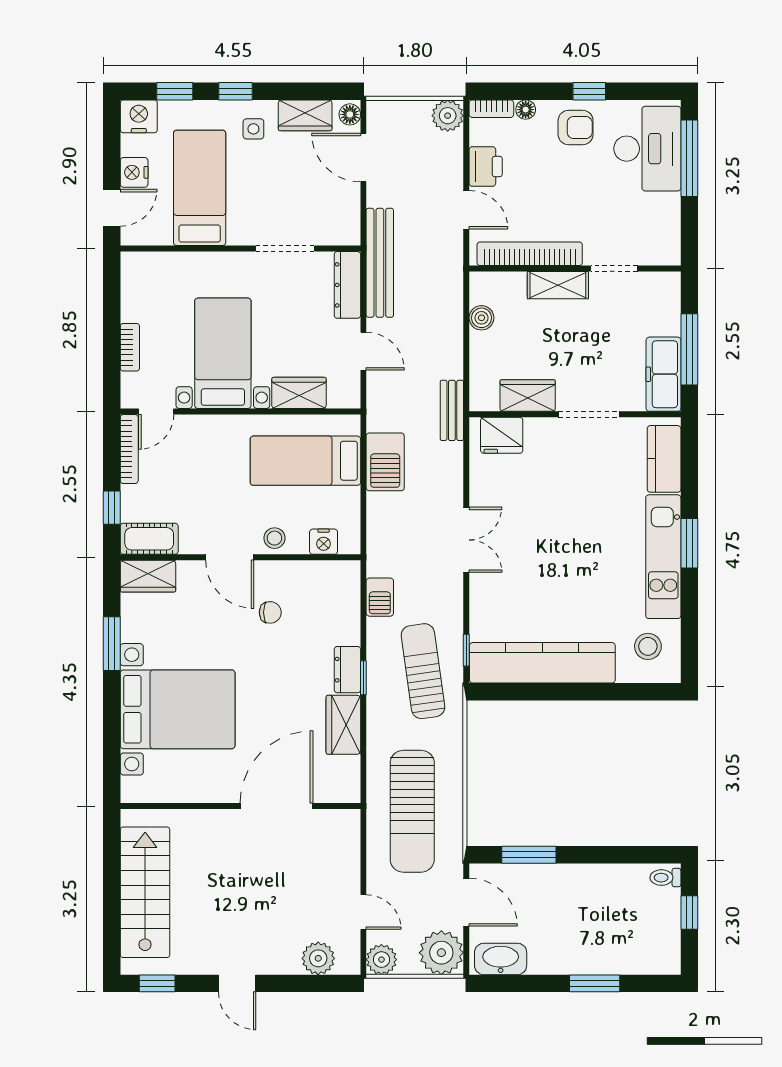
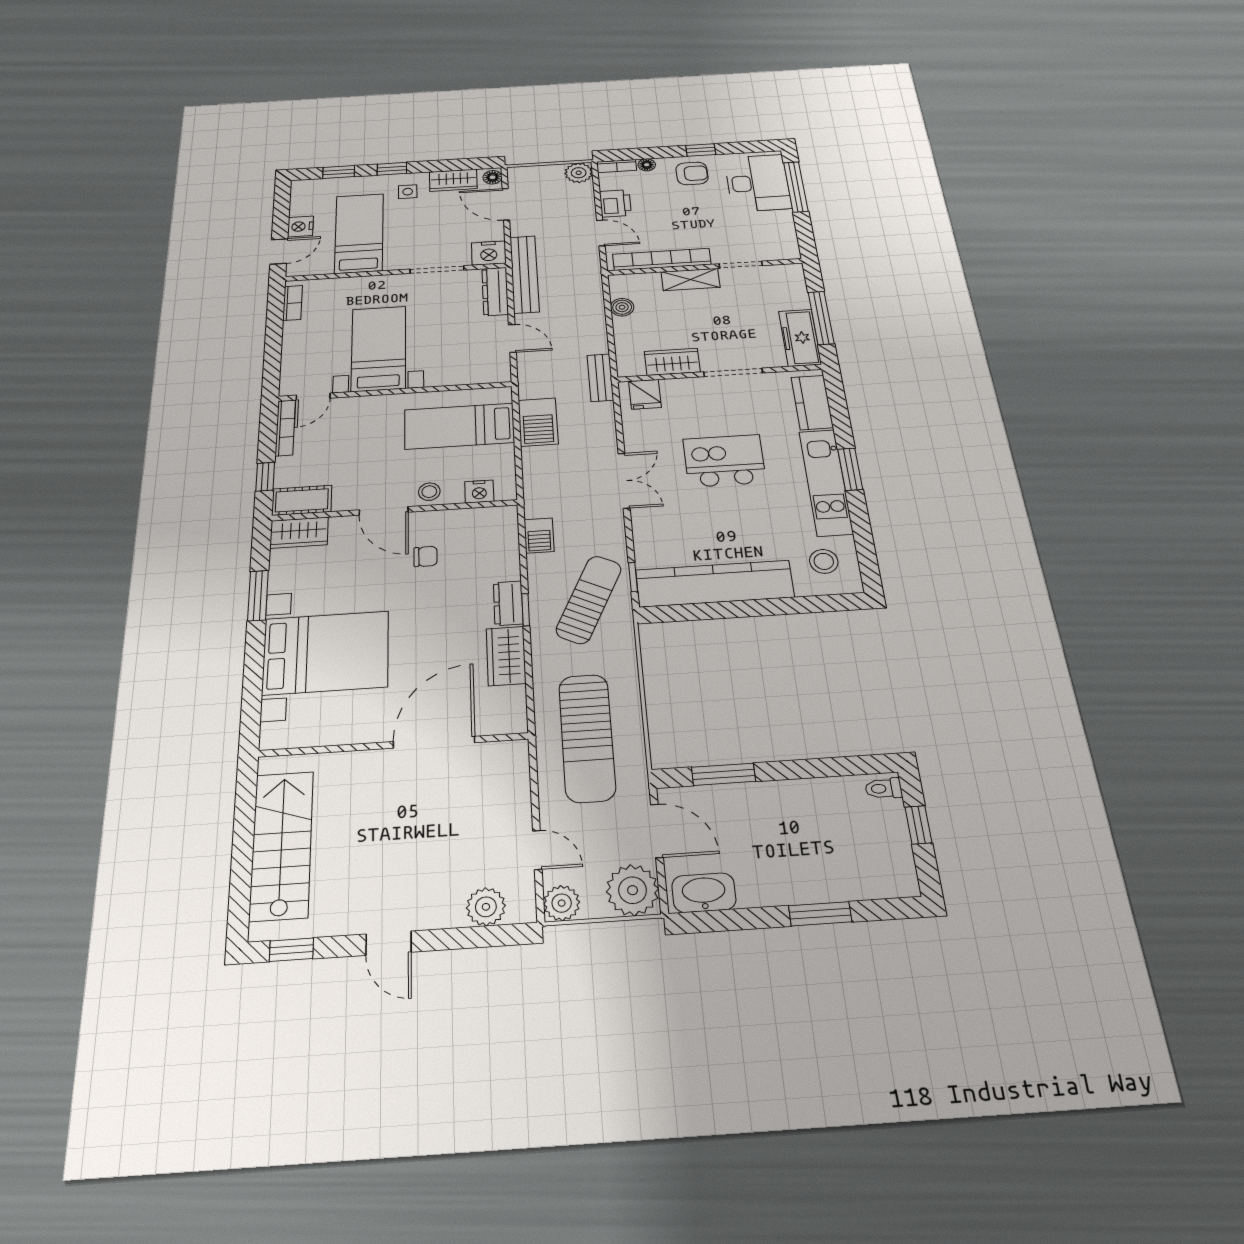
nightstand: (139, 116) -> (489, 253), moved, turned 180
bookcase: (130, 347) -> (293, 303), moved
wardrobe: (299, 393) -> (452, 374), removed
fridge: (502, 435) -> (645, 394), width x0.72
kitchen island: (567, 524) -> (724, 461), added
sun lounger: (423, 671) -> (589, 599), turned 34

